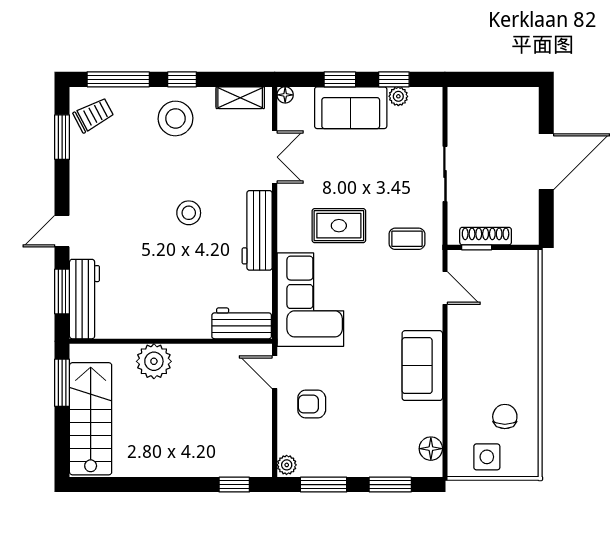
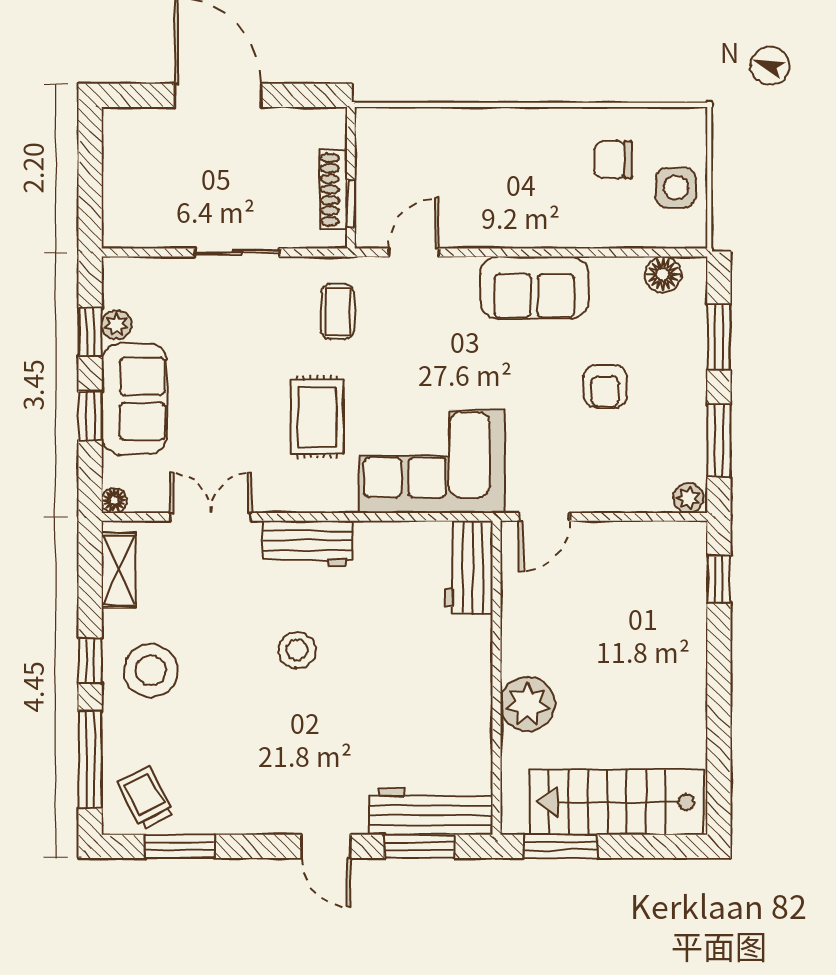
workbench: (257, 230) -> (308, 544), width x0.73
armchair: (312, 404) -> (605, 386), moved

